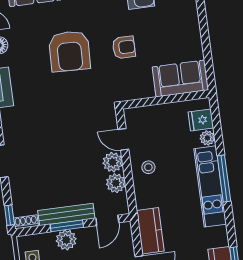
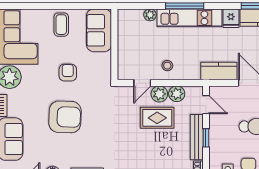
coffee table: (181, 32) -> (61, 25), added
fridge: (201, 120) -> (231, 18), moved
rug: (83, 163) -> (157, 118), added
window: (67, 226) -> (206, 138), width x0.67
plant: (66, 240) -> (217, 140), removed

